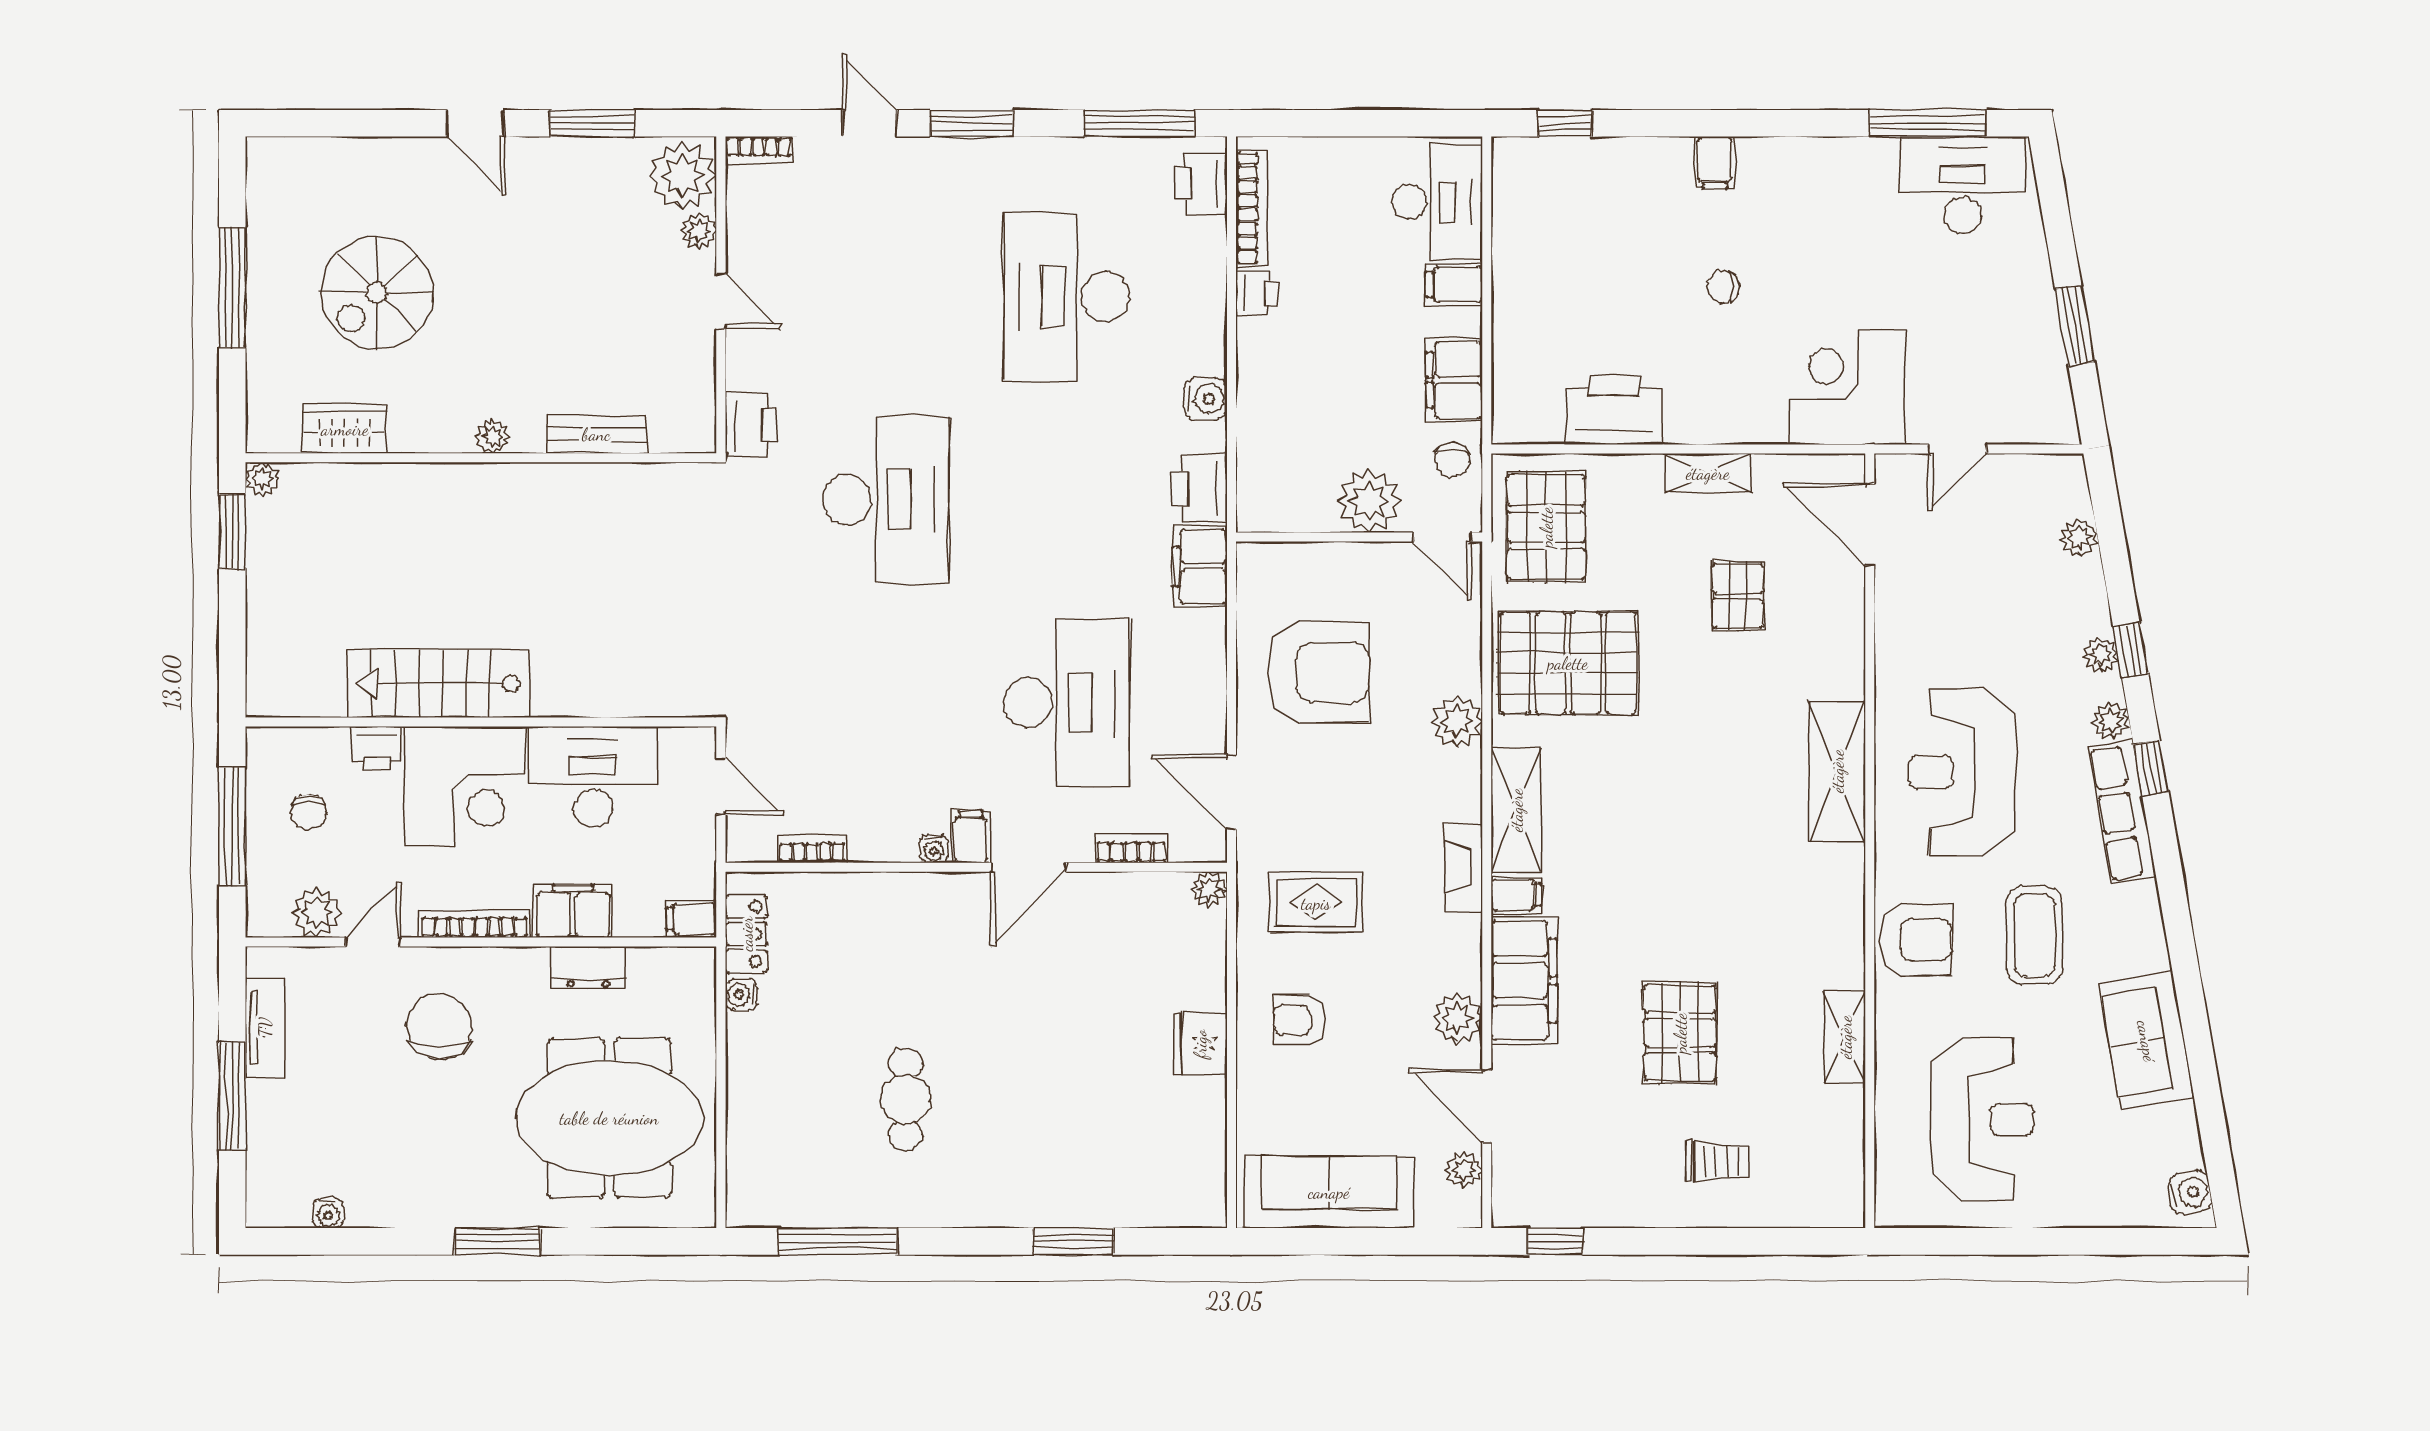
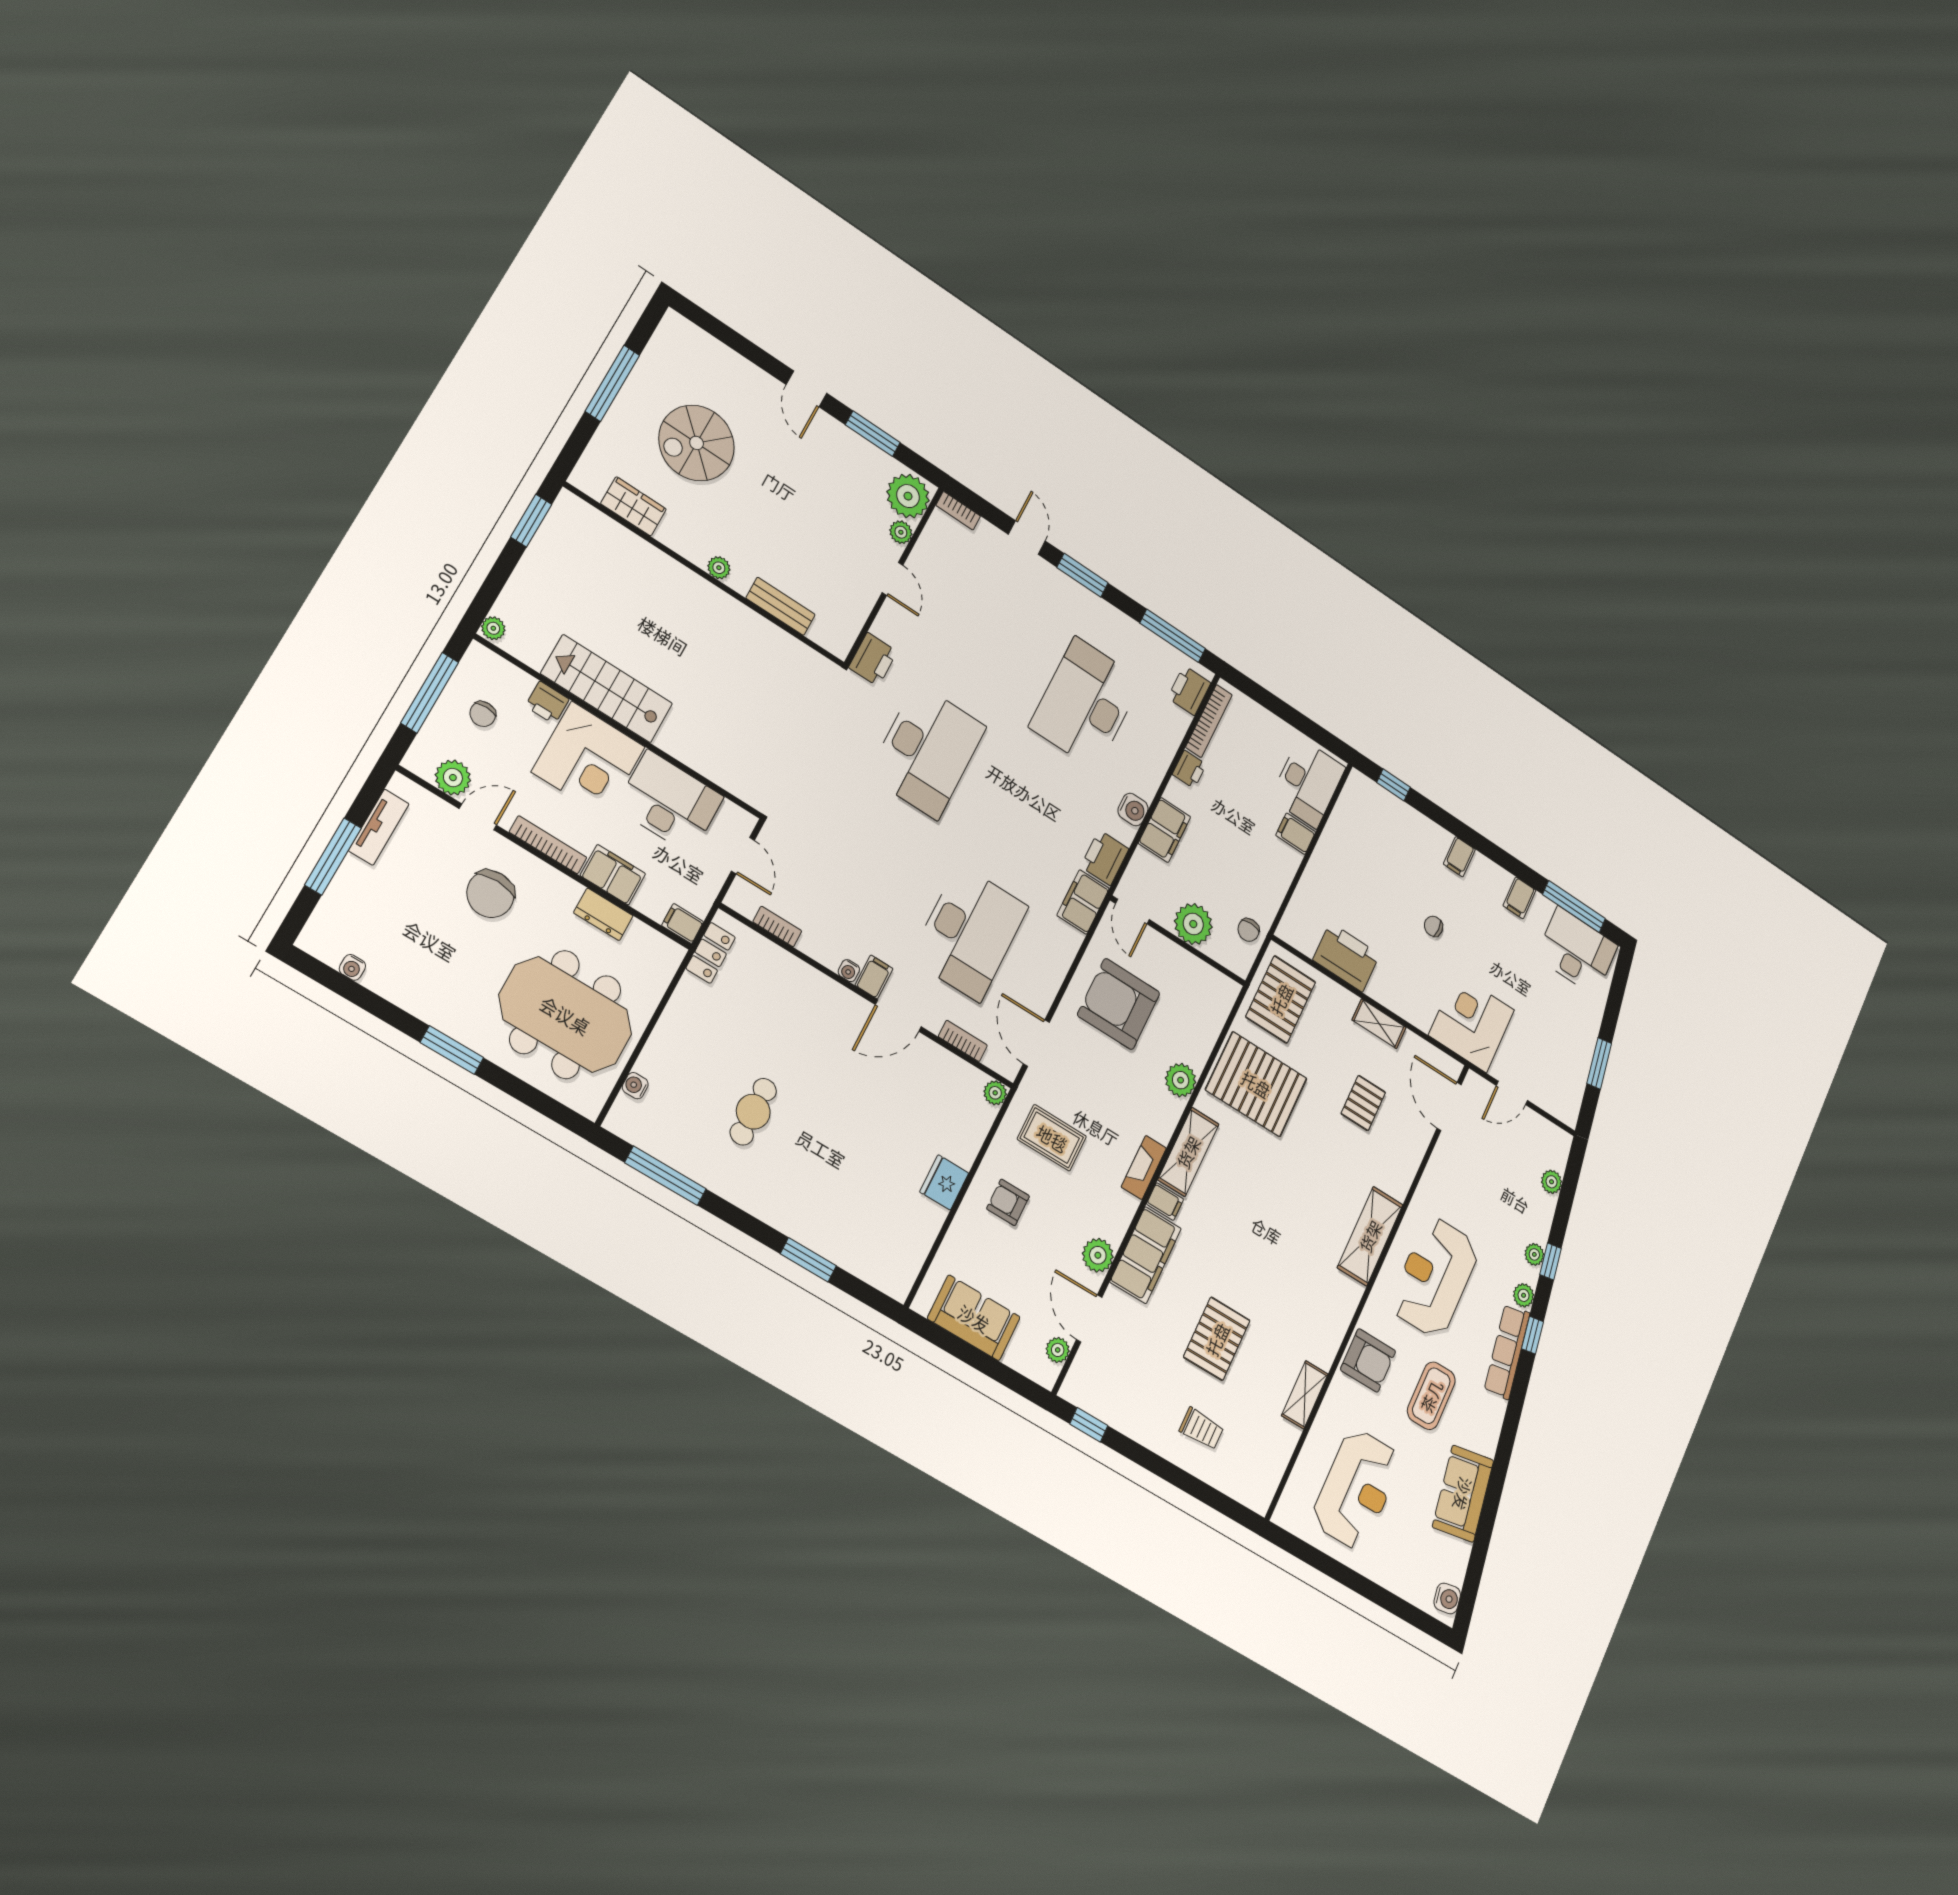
filing cabinet: (1836, 164) -> (1519, 898), added
filing cabinet: (1455, 380) -> (1164, 830), moved, turned 180
plant: (262, 479) -> (493, 628), moved
door: (1442, 537) -> (1132, 911), moved
armchair: (1319, 672) -> (1119, 1004), turned 180
water cooler: (741, 995) -> (635, 1086), moved
chair: (439, 1026) -> (490, 894), turned 180
sofa: (1329, 1192) -> (974, 1318), width x0.73

